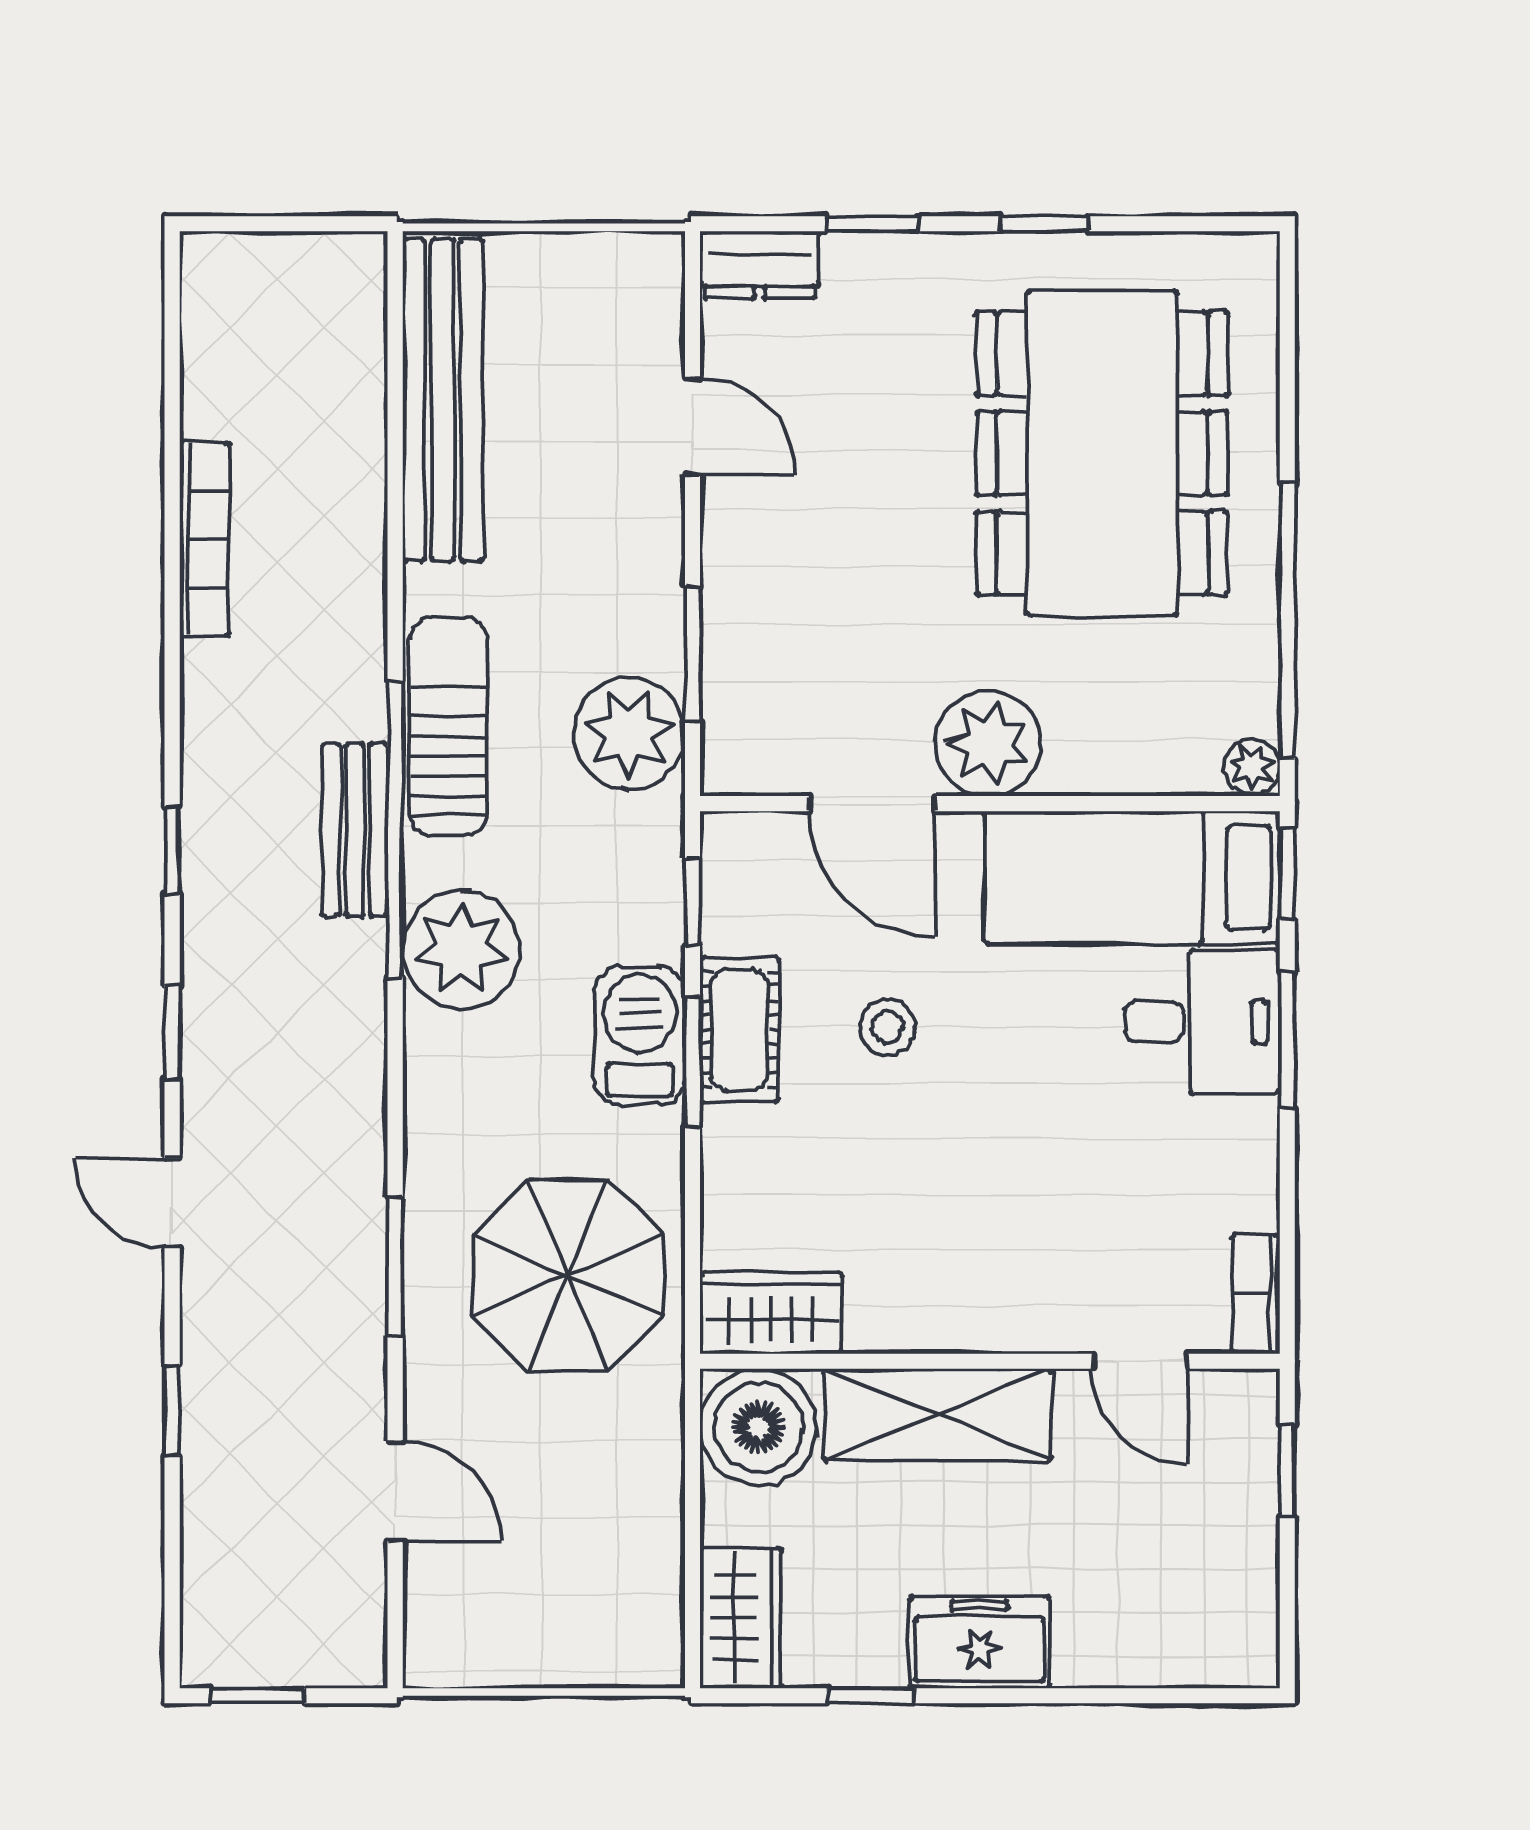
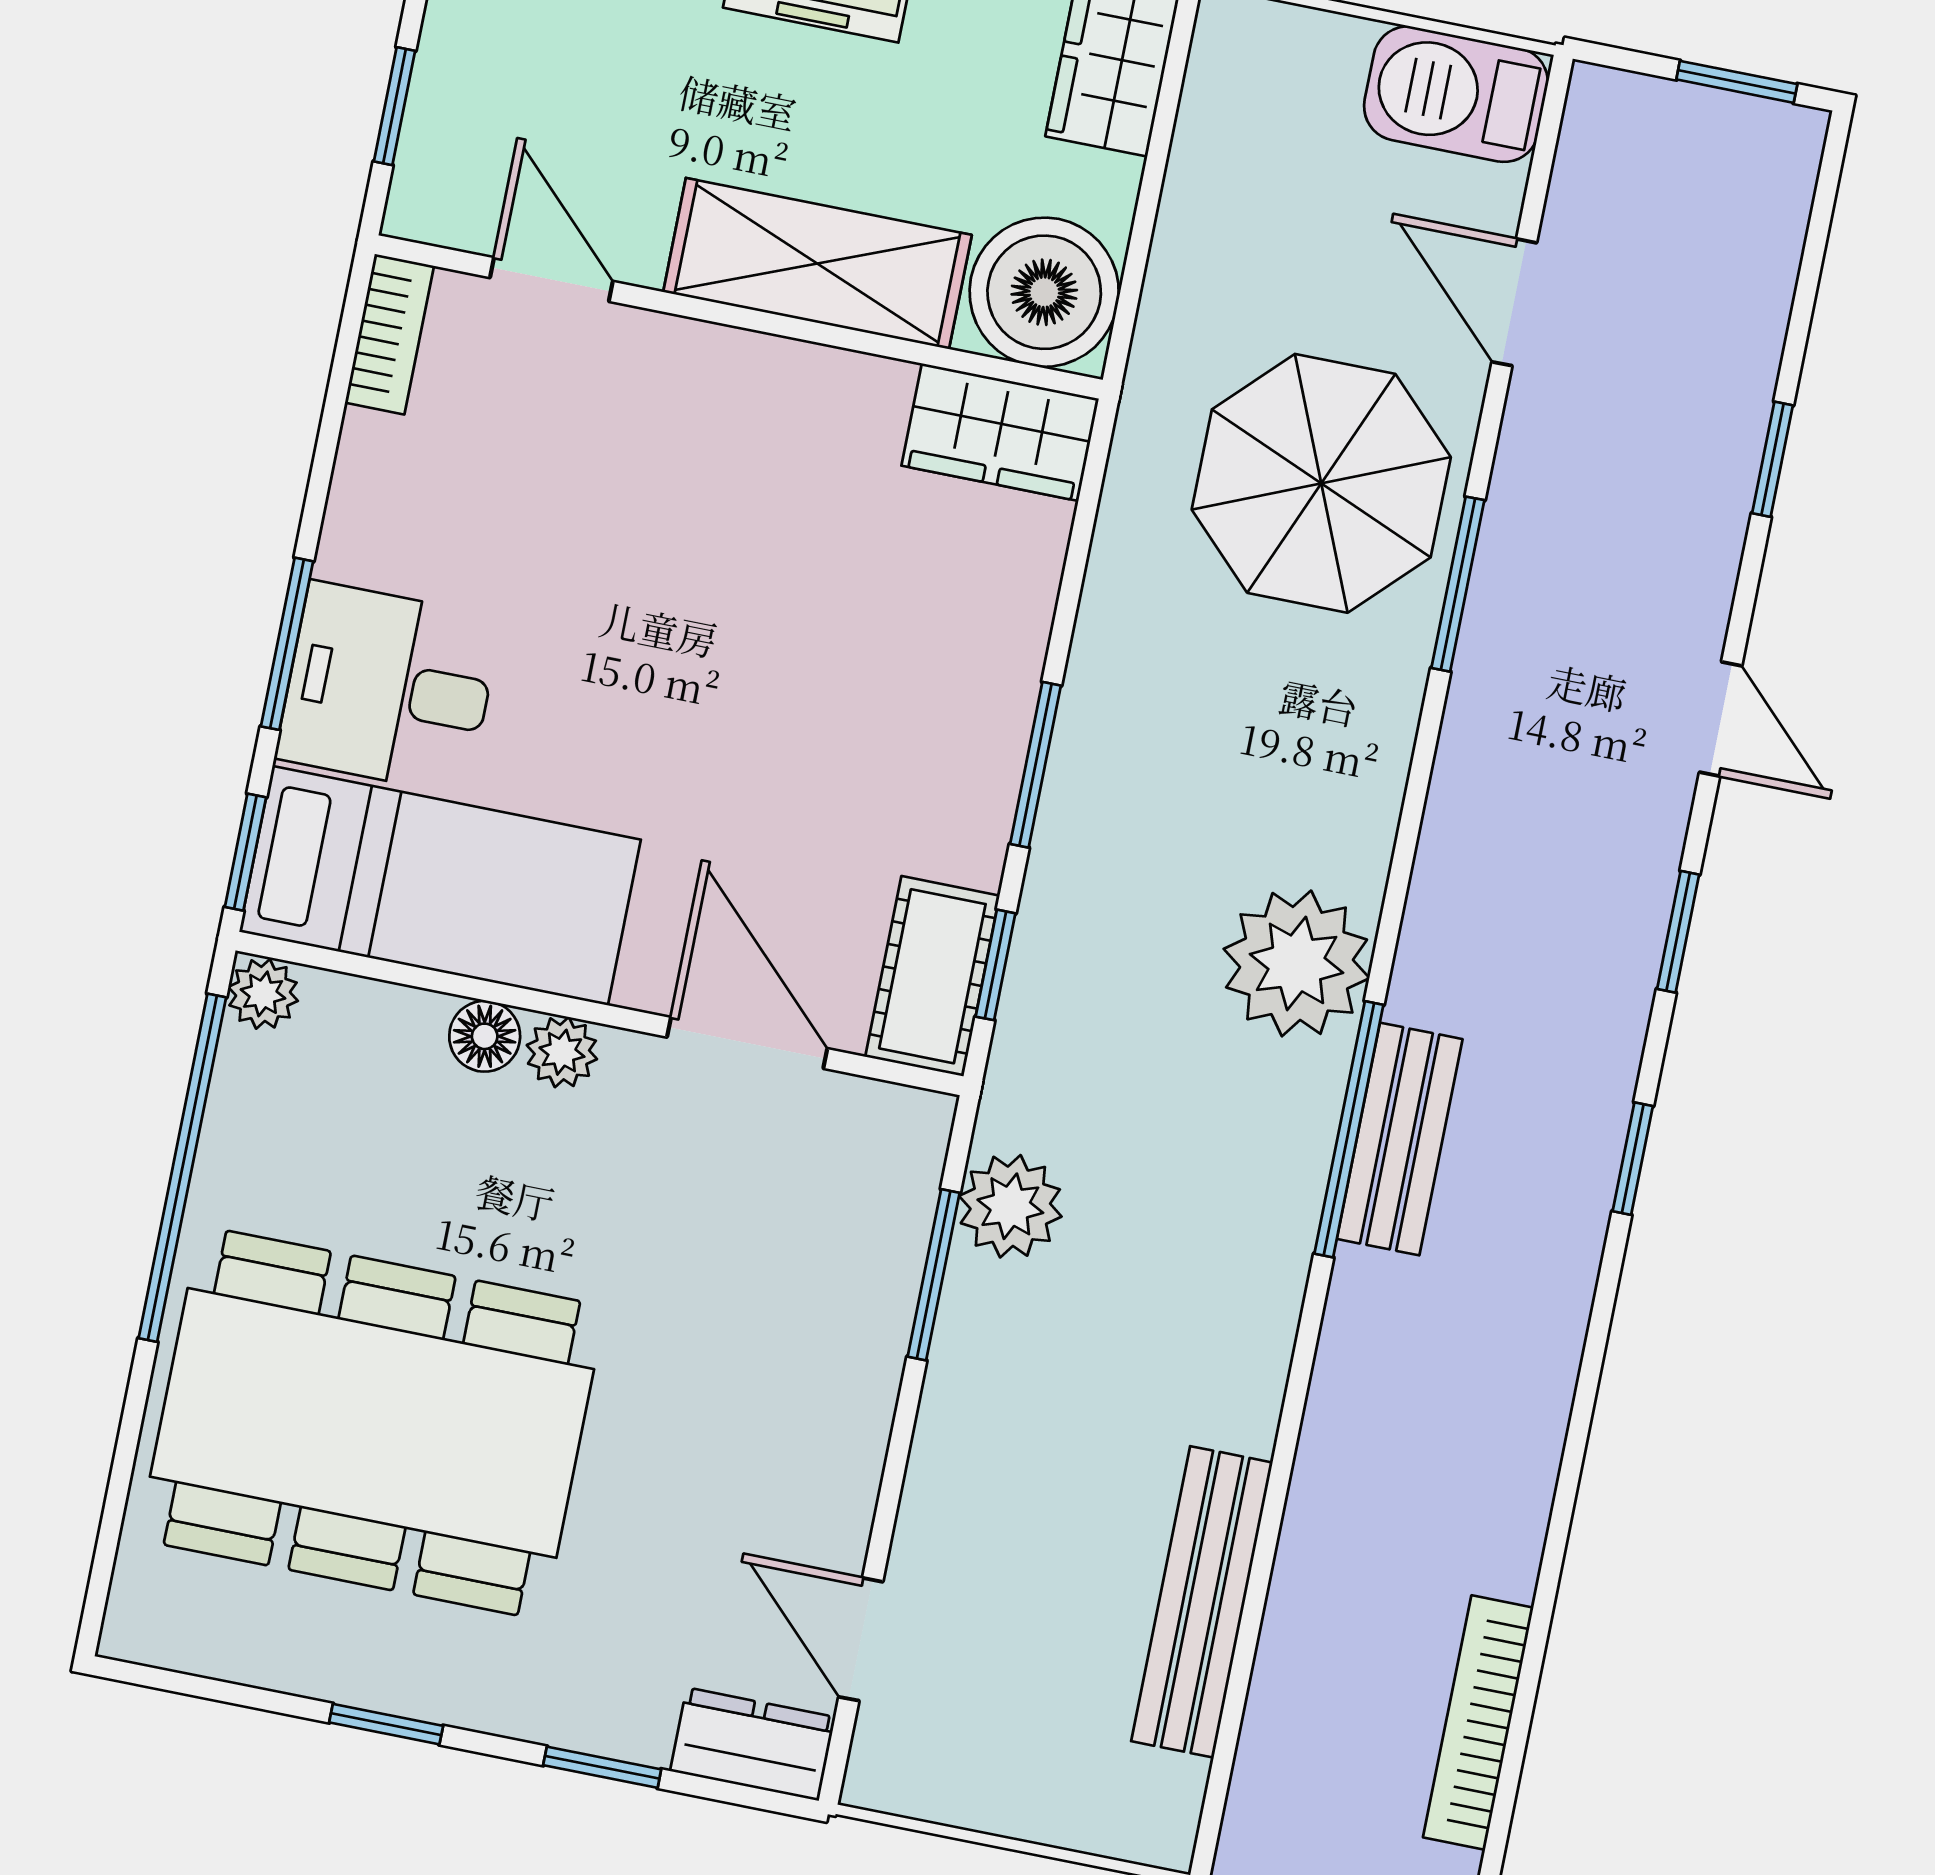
bench: (443, 400) -> (1202, 1602), width x0.73, depth x0.82
door: (693, 427) -> (861, 1639), moved
dining table: (1102, 453) -> (372, 1423), turned 90
bookcase: (204, 539) -> (1478, 1723), moved
sun lounger: (448, 727) -> (1257, 1245), removed
plant: (629, 733) -> (1010, 1206), width x0.73, depth x0.73
plant: (988, 743) -> (562, 1052), width x0.53, depth x0.53
floor lamp: (1075, 768) -> (485, 1036), added
window: (395, 830) -> (1349, 1129), width x0.68
stool: (887, 1027) -> (784, 760), removed
cot: (739, 1030) -> (932, 976), moved
barbecue: (640, 1036) -> (1456, 94), moved, turned 90
parasol: (568, 1275) -> (1321, 483), moved

